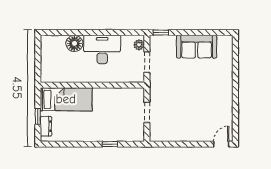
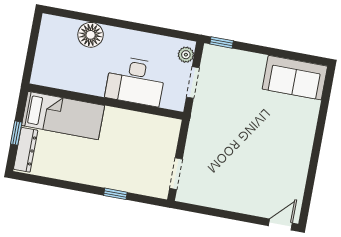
sofa: (197, 47) -> (295, 78), moved
desk: (102, 49) -> (135, 81), moved, turned 180
doorway: (147, 112) -> (176, 174), moved
dresser: (46, 126) -> (26, 150), width x1.44

